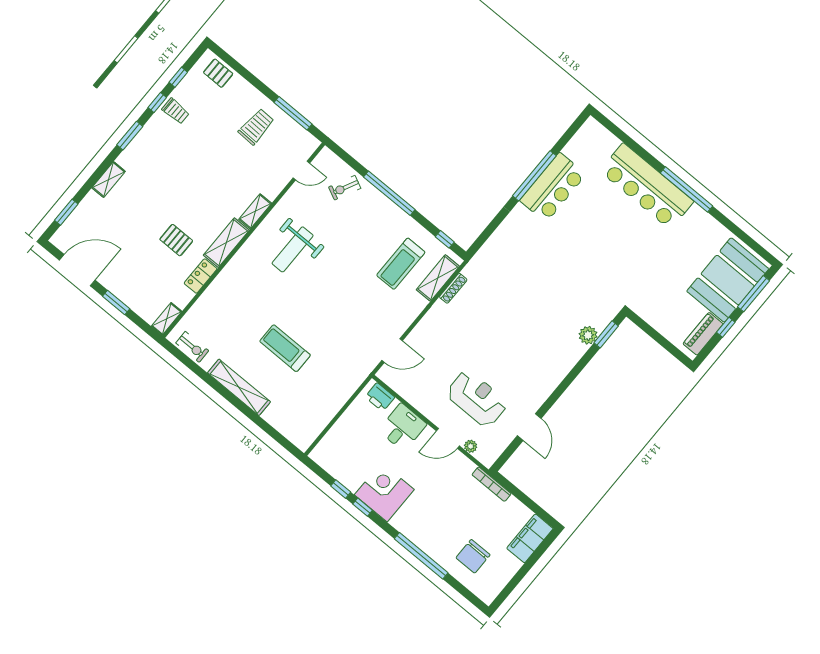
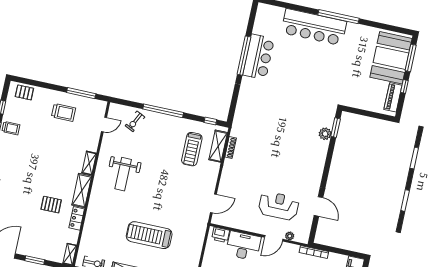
trolley: (256, 127) -> (64, 112), turned 88
treadmill: (285, 348) -> (149, 235), width x1.37, depth x1.38
desk: (402, 427) -> (243, 246), width x1.37

